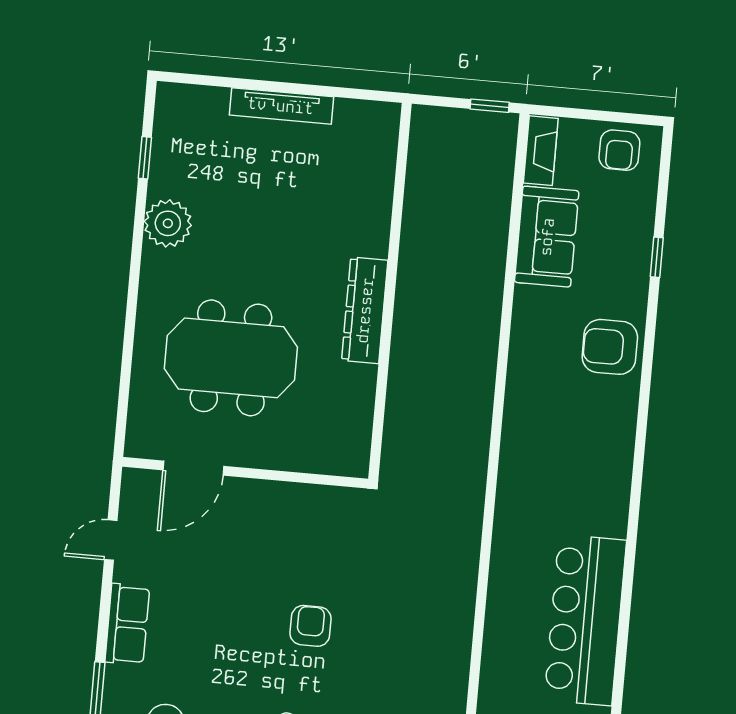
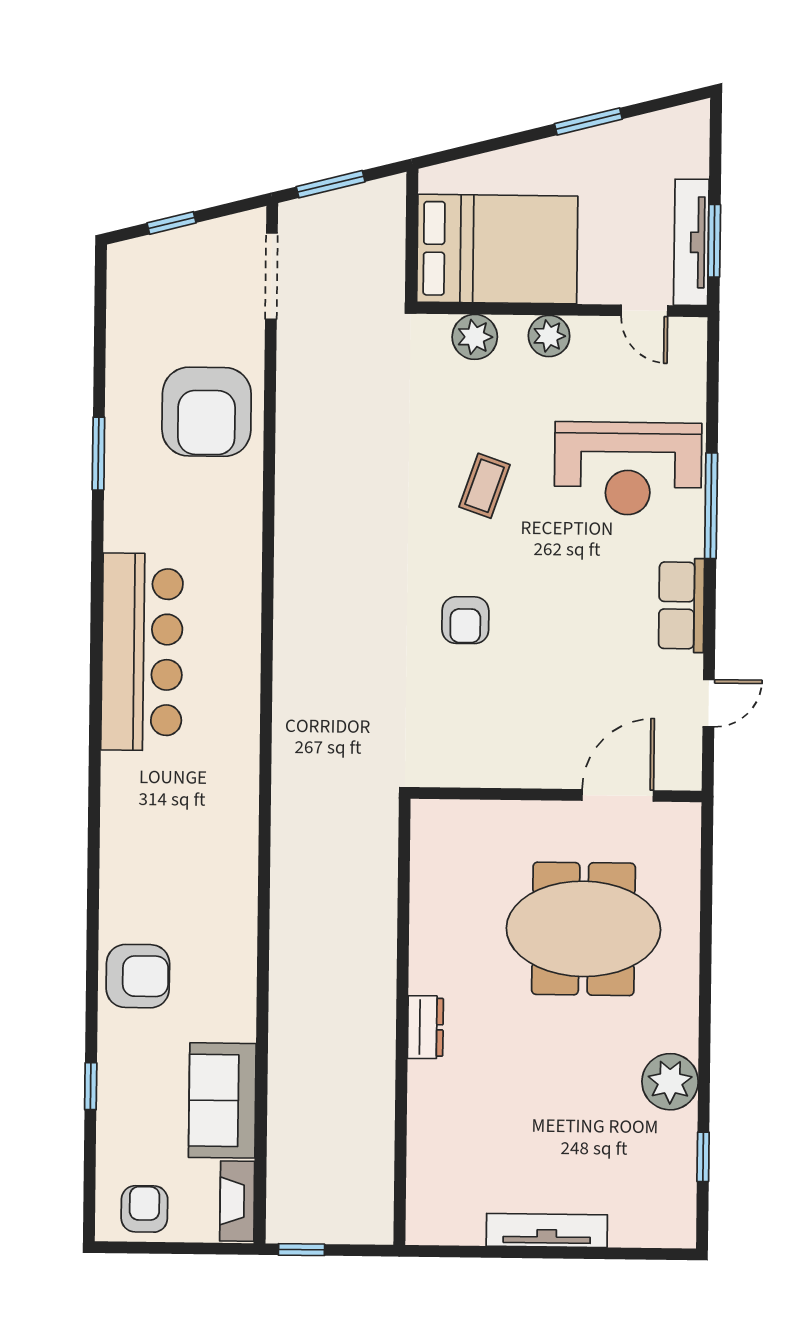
dresser: (365, 310) -> (425, 1027), width x0.51, depth x0.80

